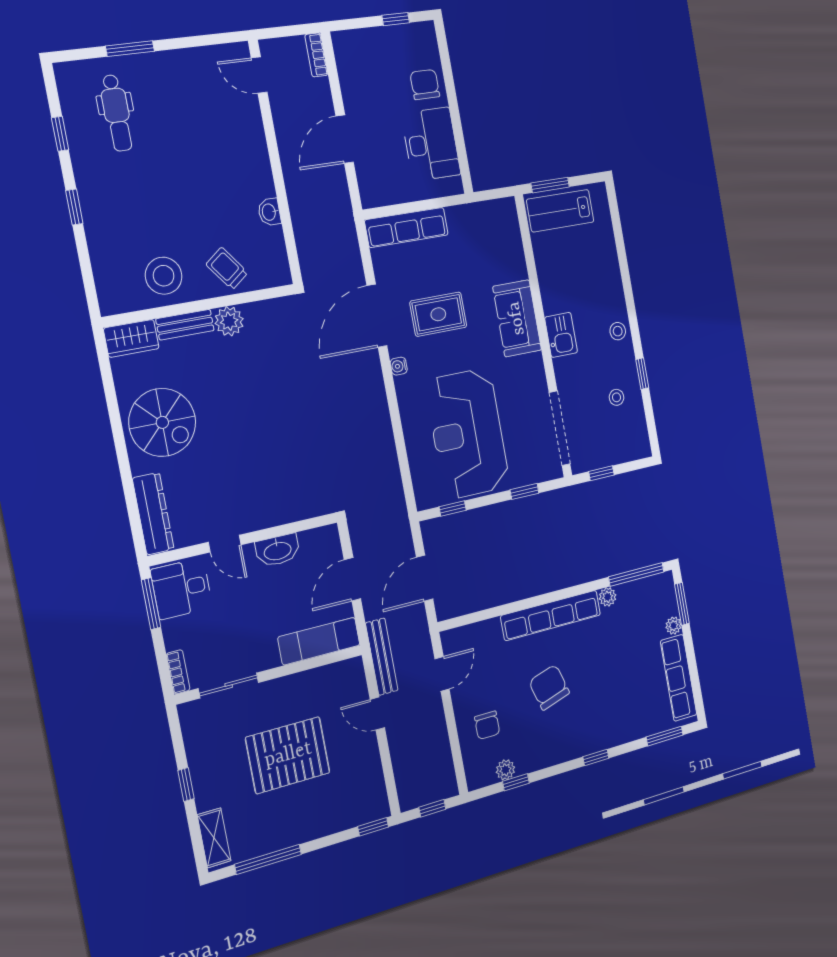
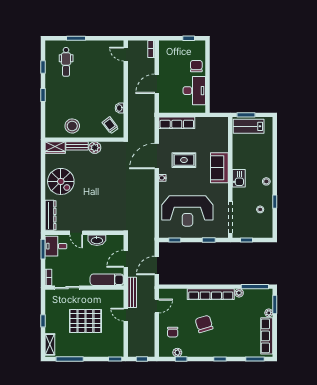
trolley: (227, 268) -> (110, 125), moved
reception desk: (468, 434) -> (187, 211), turned -90

